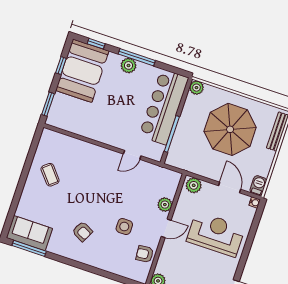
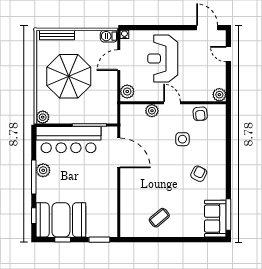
plant: (129, 65) -> (43, 170), moved
door: (132, 155) -> (119, 153), width x1.88

